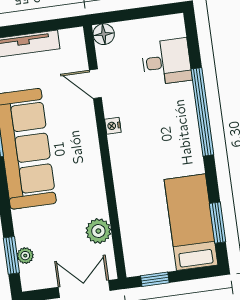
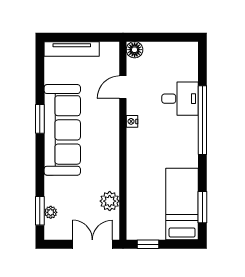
desk: (166, 62) -> (180, 99), moved
door: (95, 84) -> (123, 87), hinge flipped

